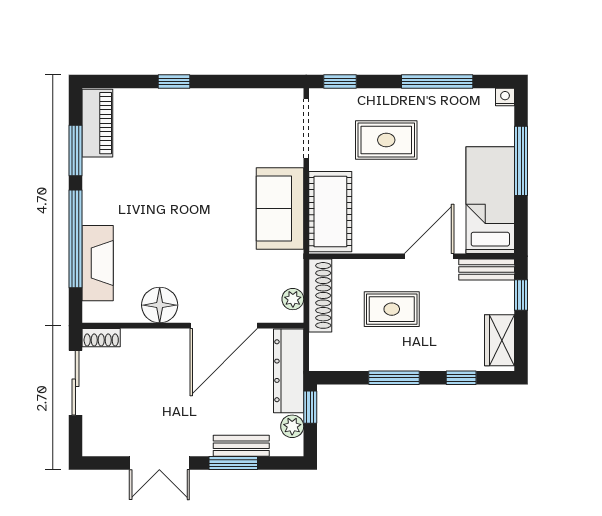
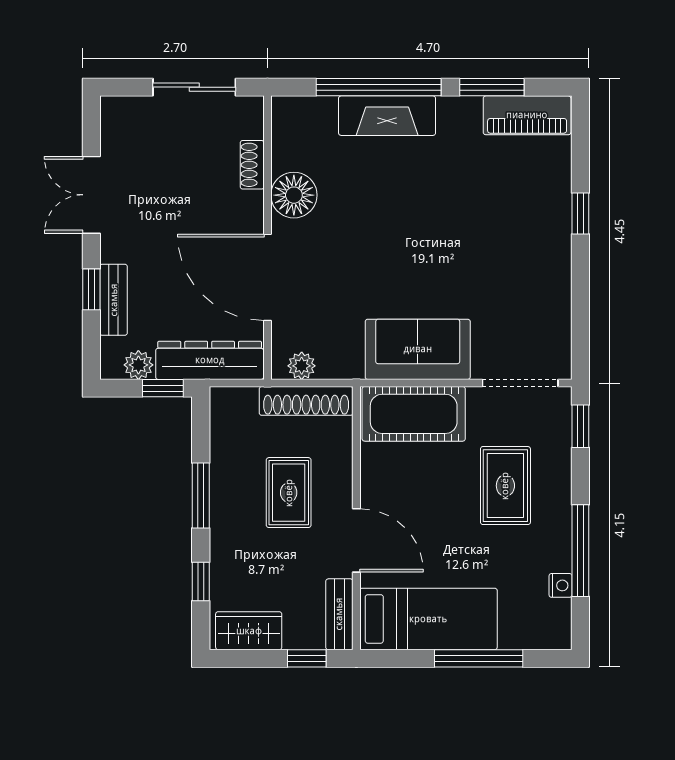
nightstand: (505, 97) -> (561, 585), moved
fireplace: (98, 263) -> (387, 116), moved
shoe rack: (101, 338) -> (252, 165), moved
window: (233, 463) -> (91, 289), width x0.67

